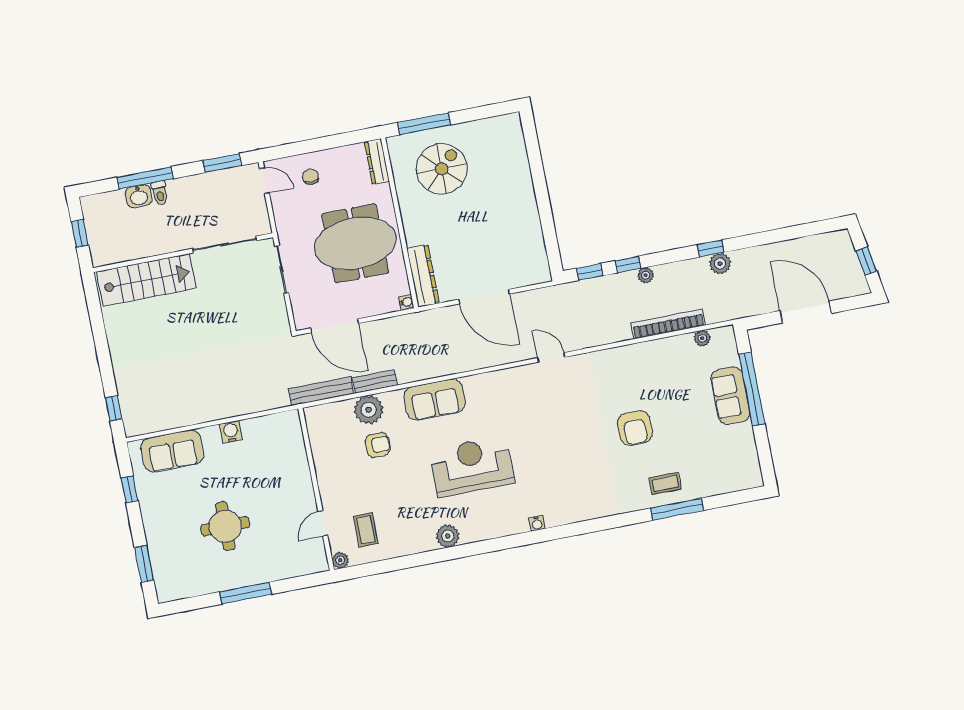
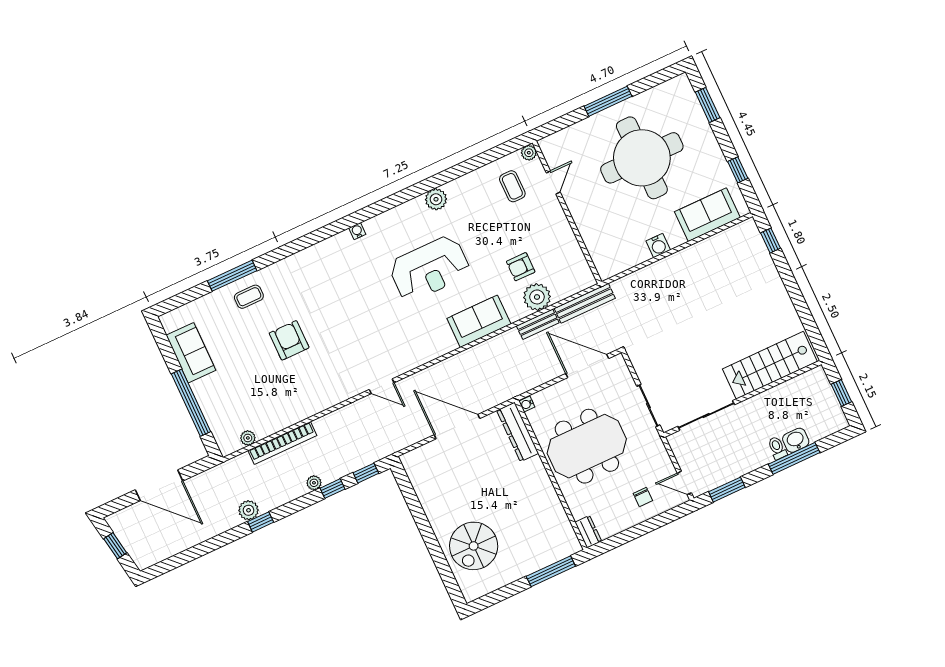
dresser: (377, 162) -> (588, 532), width x0.70
spiral stairs: (442, 169) -> (474, 546), moved
sofa: (730, 396) -> (191, 353), moved
round table: (225, 526) -> (642, 158), width x1.86, depth x1.86

